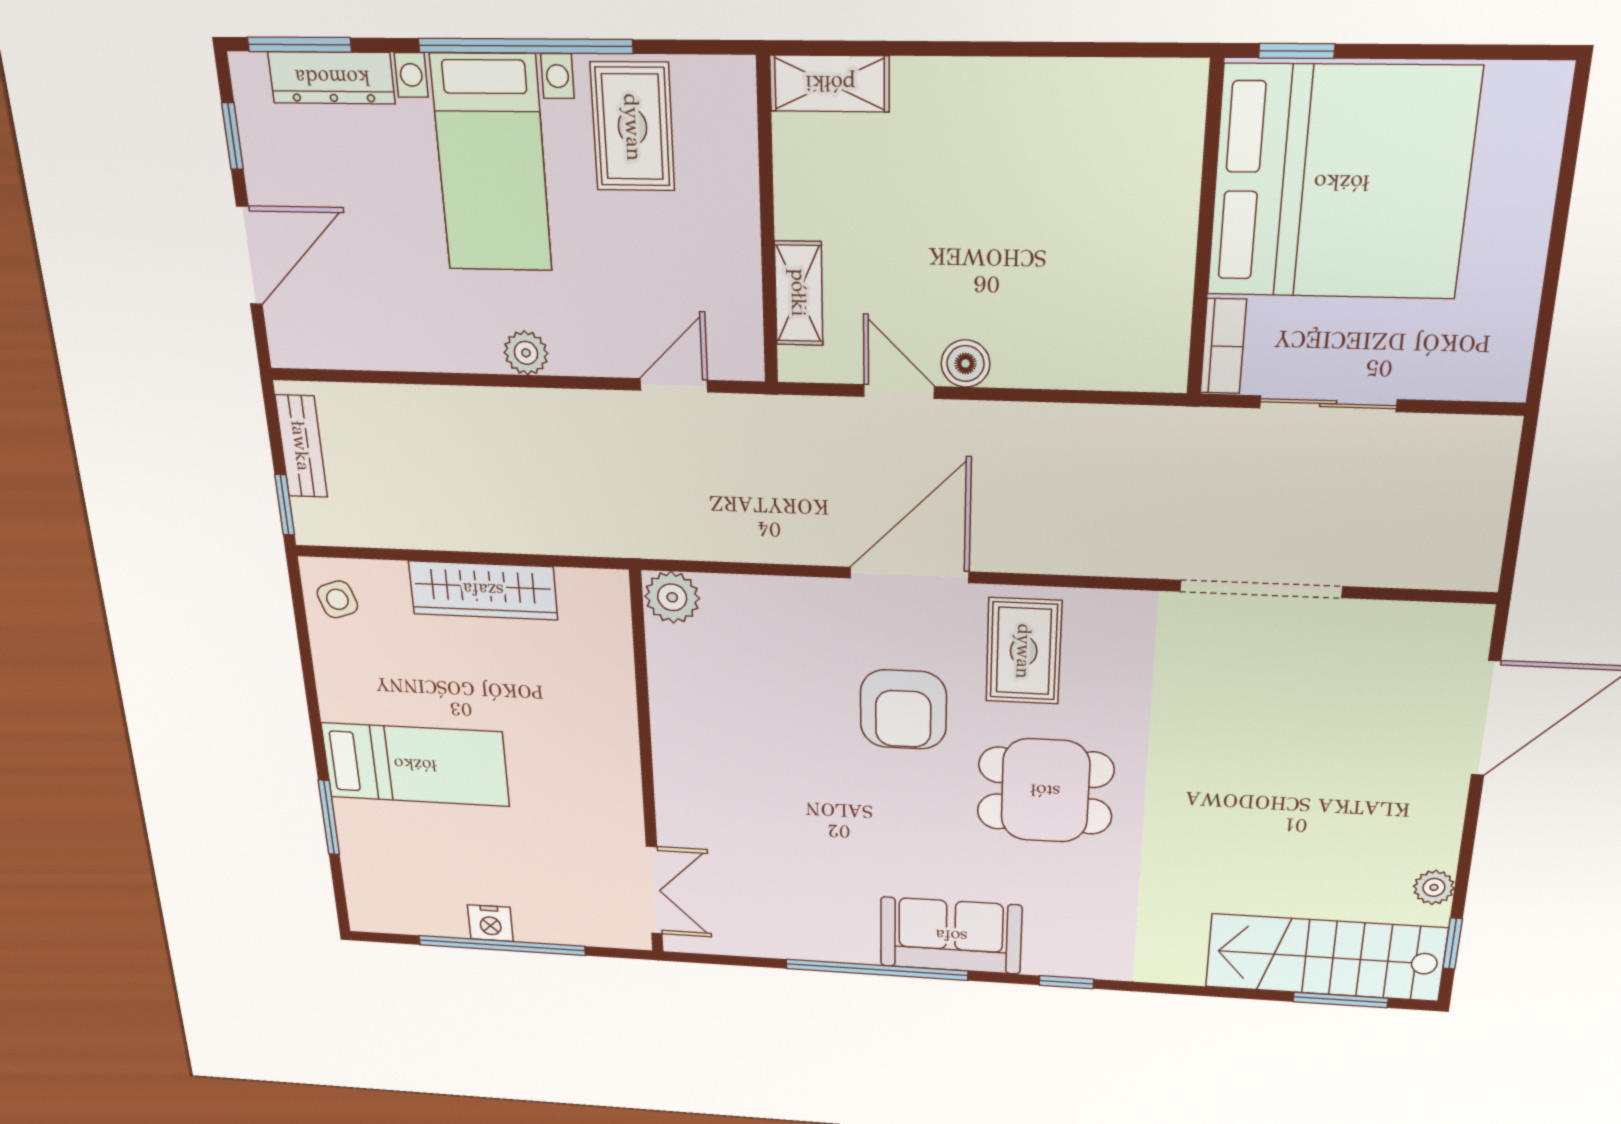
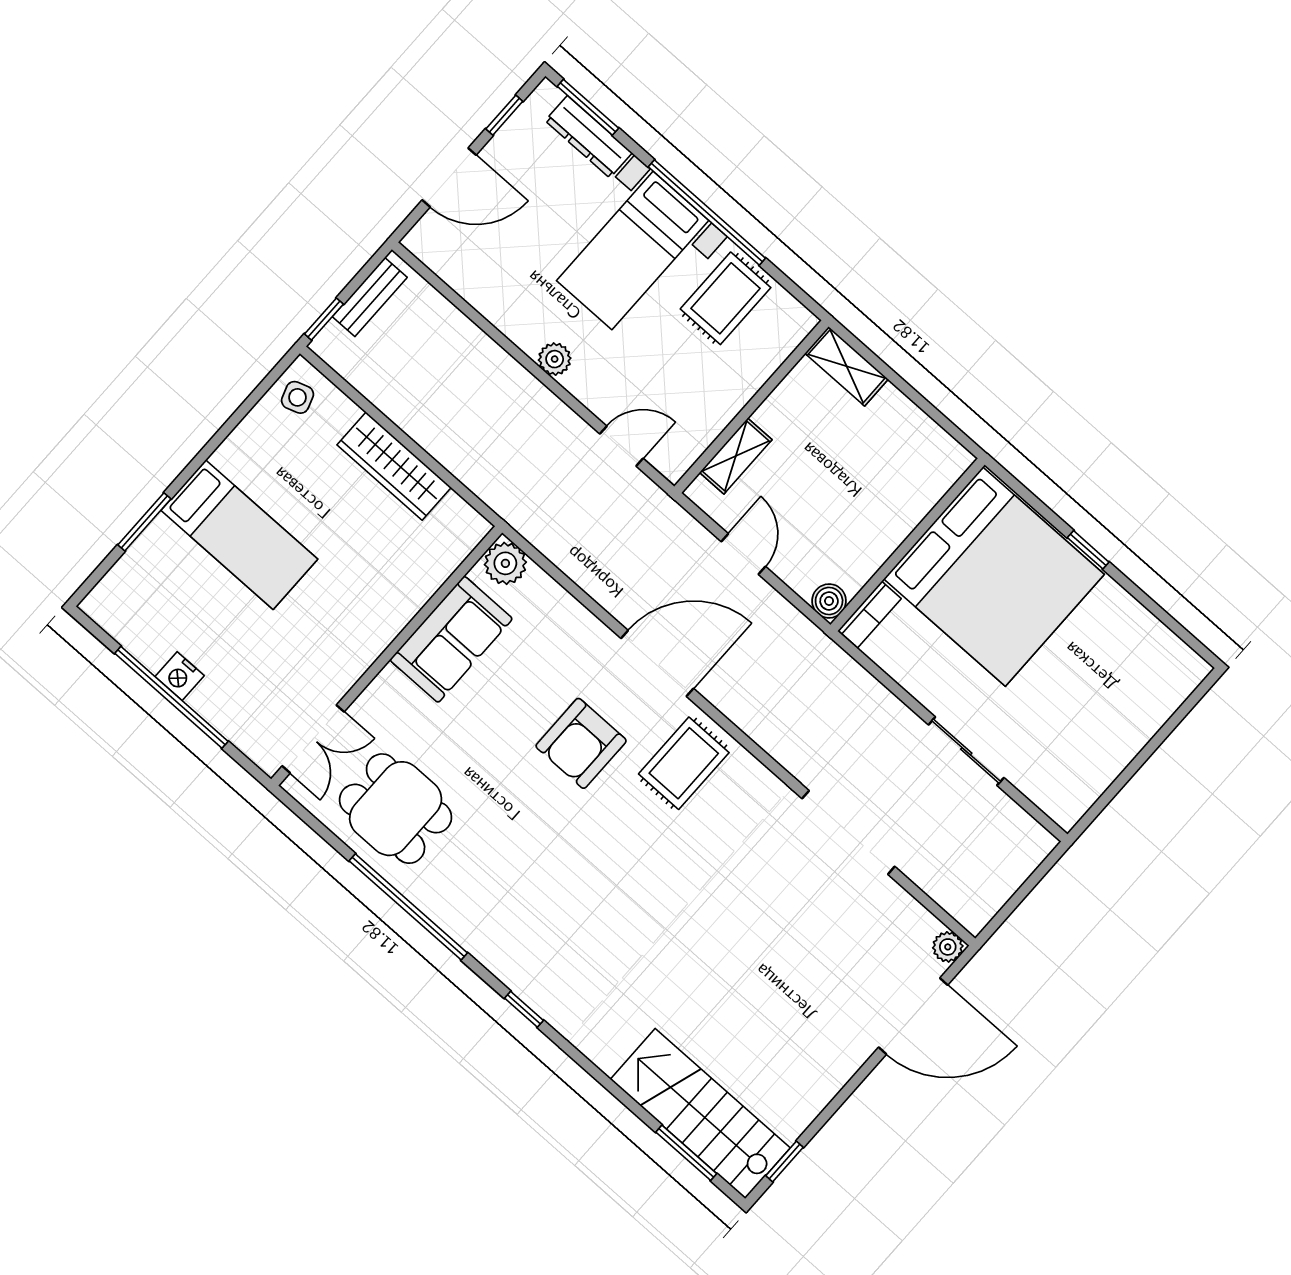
bed: (1341, 183) -> (994, 577), moved
wall: (1205, 232) -> (908, 545), moved
bookcase: (1223, 346) -> (870, 614), moved
boiler: (965, 364) -> (829, 601), moved
dining table: (1045, 791) -> (396, 809), moved
plant: (1434, 887) -> (948, 947), moved
sofa: (951, 936) -> (451, 639), moved, turned 90

